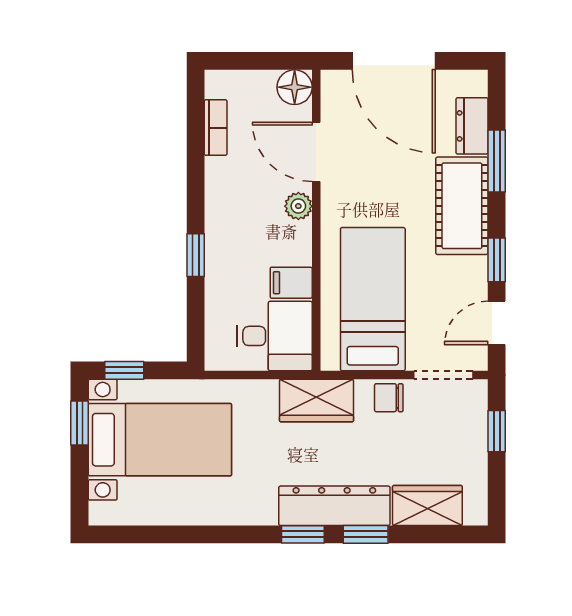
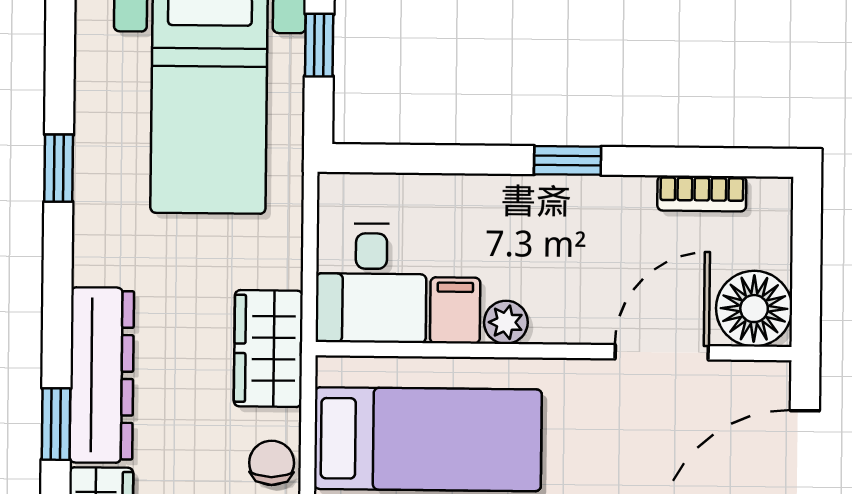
floor lamp: (295, 87) -> (754, 309), width x1.38, depth x1.38
plant: (298, 206) -> (506, 322), moved
window: (196, 255) -> (568, 160), moved
window: (303, 534) -> (59, 168), moved

